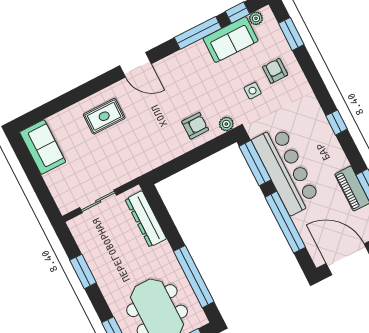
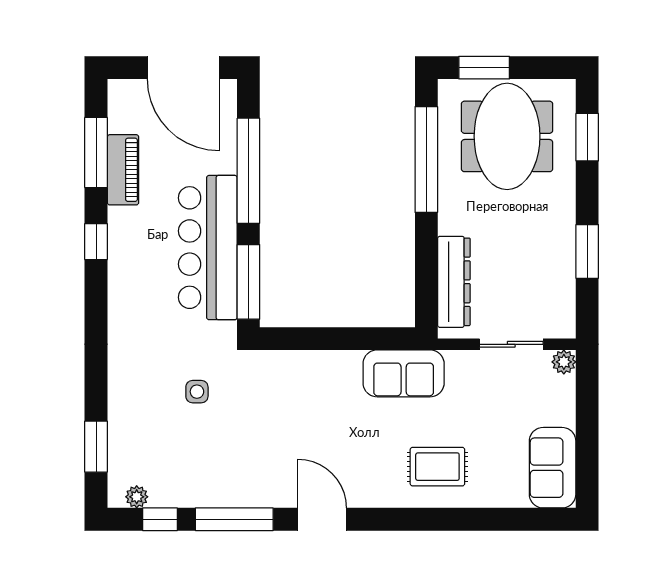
sofa: (231, 40) -> (404, 373), moved, turned 180
door: (135, 65) -> (322, 519), moved
armchair: (275, 71) -> (148, 404), removed
window: (337, 122) -> (96, 242), moved
plant: (226, 124) -> (564, 362), moved
armchair: (195, 126) -> (309, 383), removed

